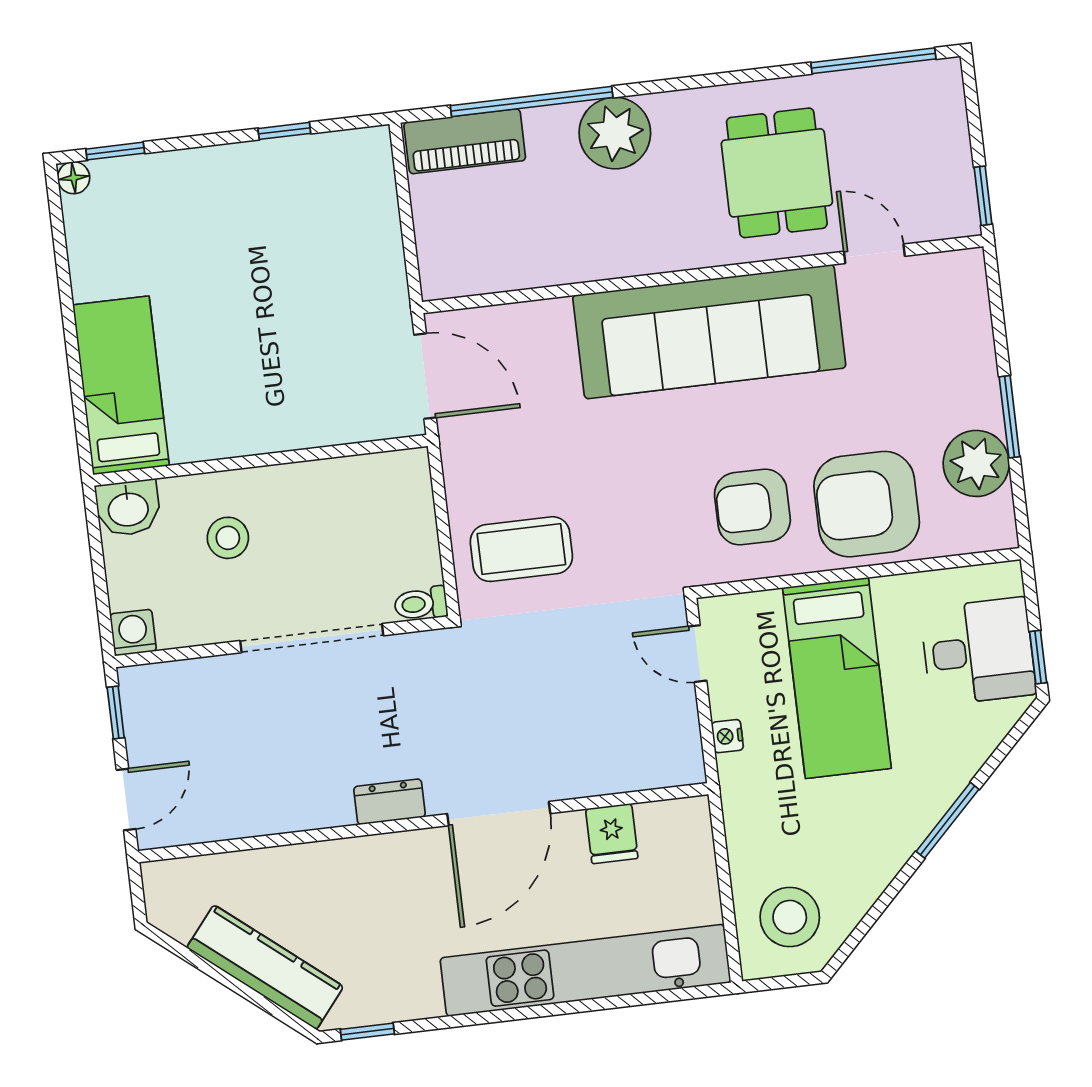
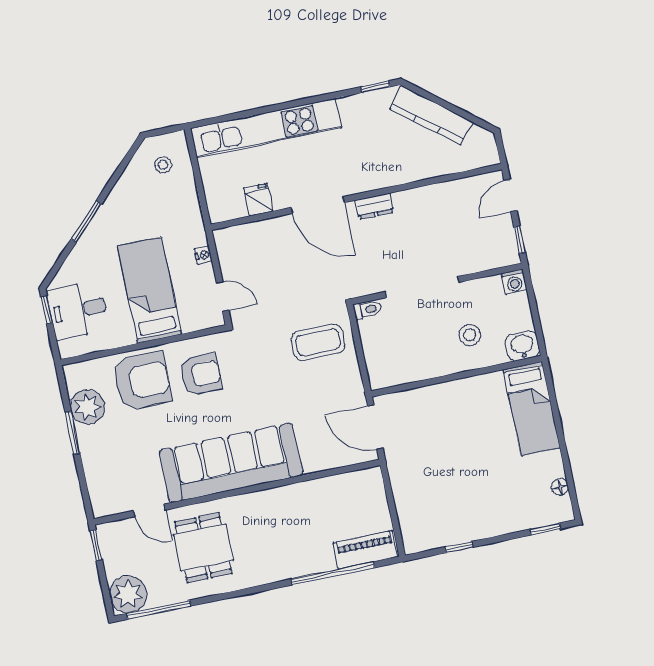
plant: (615, 133) -> (128, 594), moved
floor lamp: (74, 178) -> (560, 487), moved
door: (499, 814) -> (318, 205), swing flipped
stool: (790, 917) -> (163, 165), width x0.53, depth x0.53

